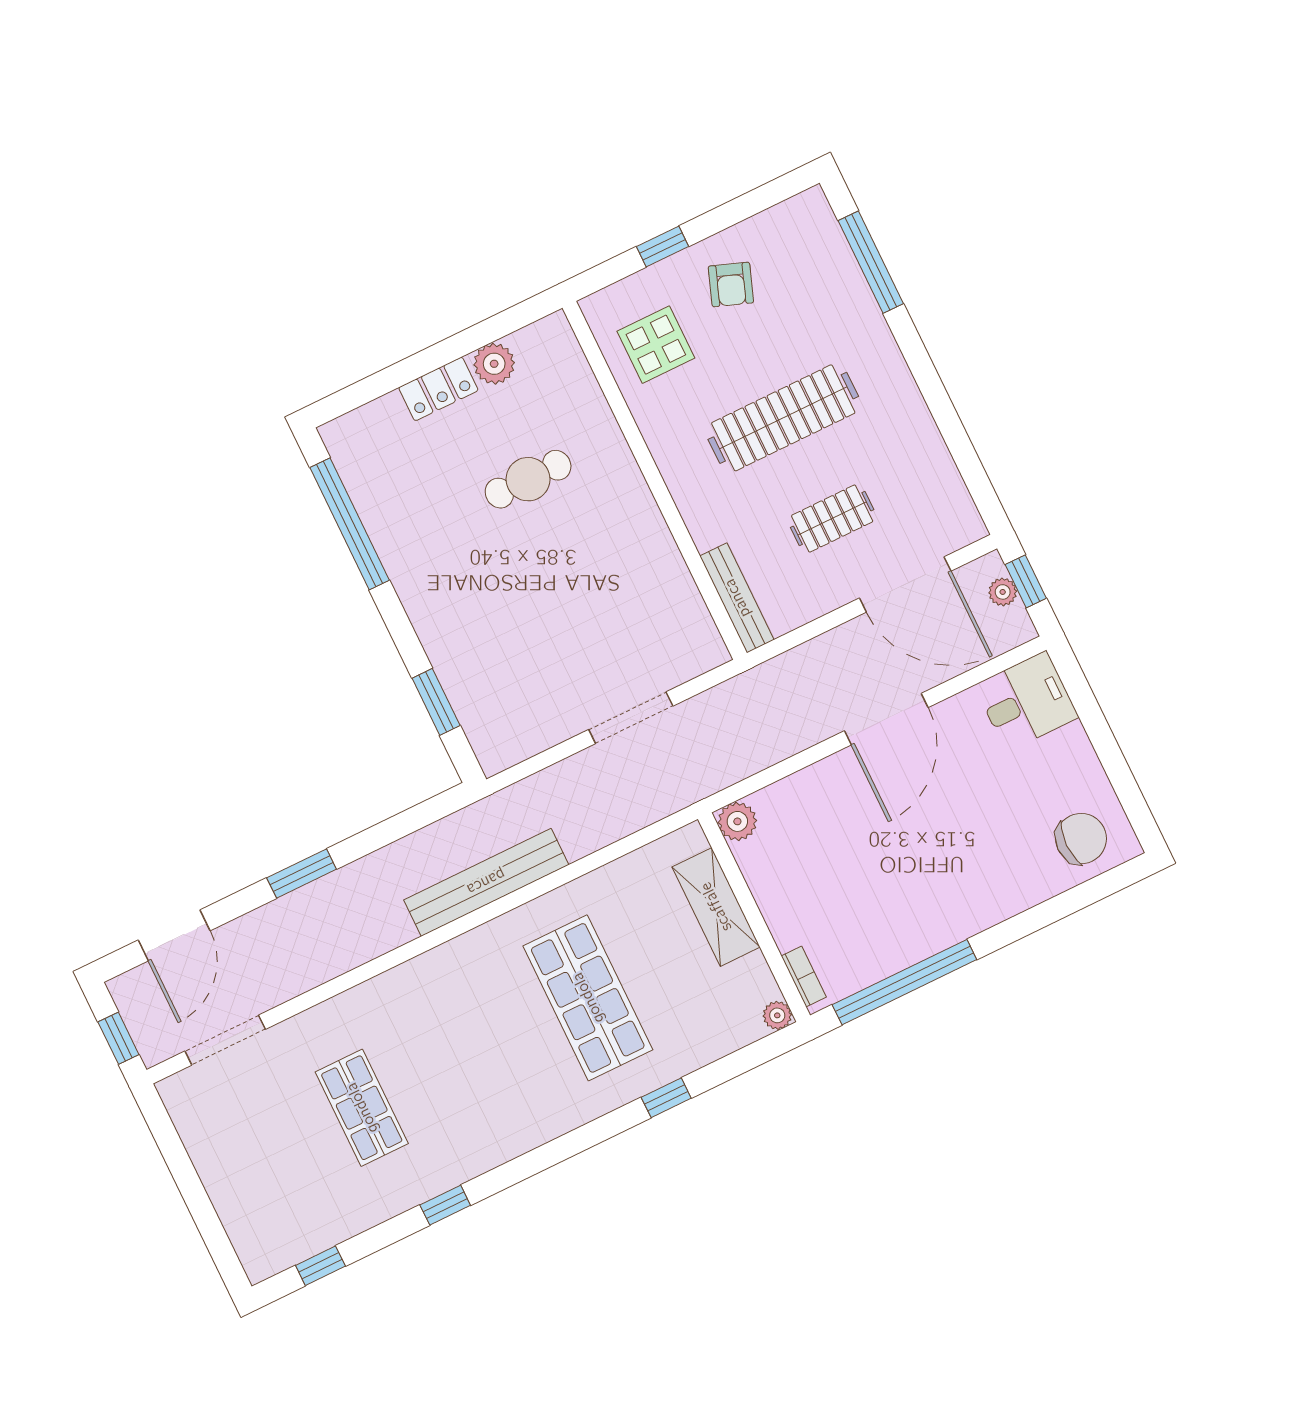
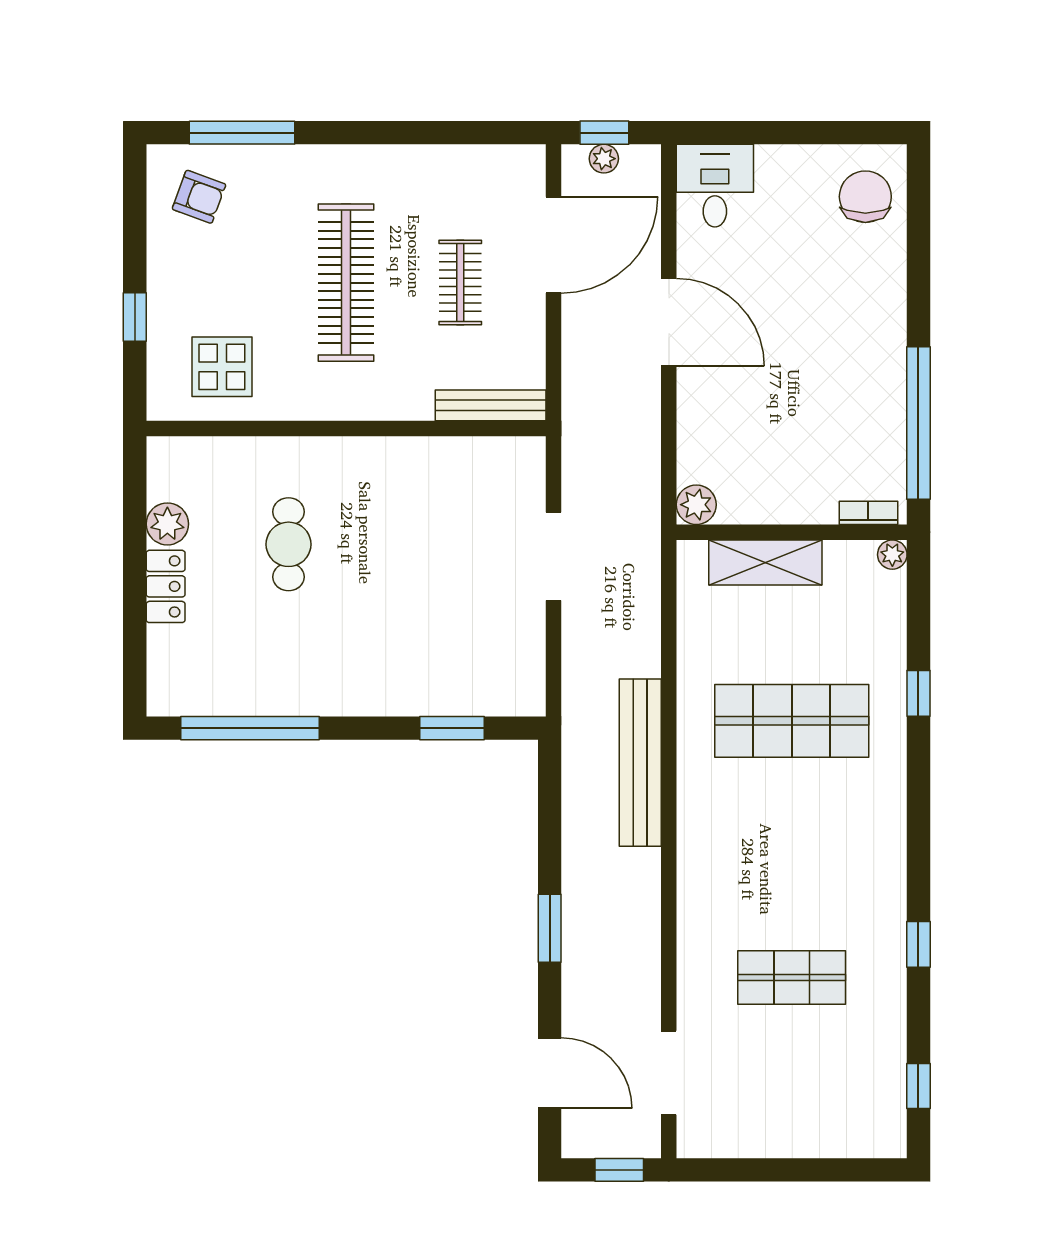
armchair: (731, 284) -> (199, 197), moved

